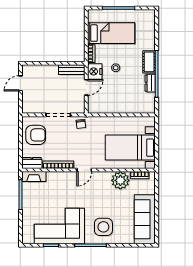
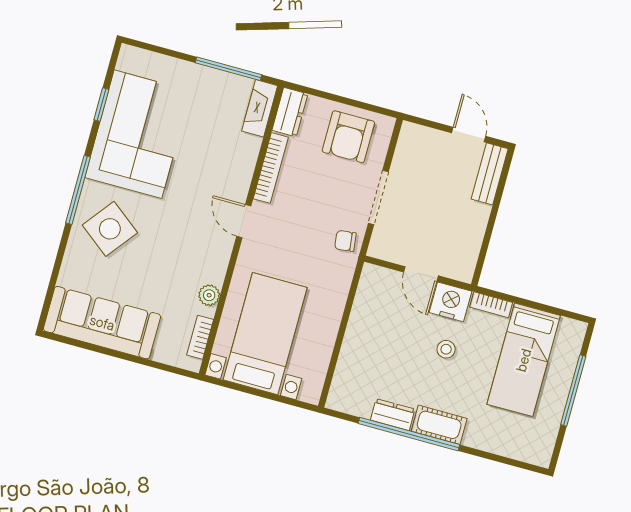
bench: (72, 70) -> (490, 174), moved
plant: (120, 180) -> (209, 295), width x0.53, depth x0.53
side table: (103, 227) -> (110, 229), turned 38

